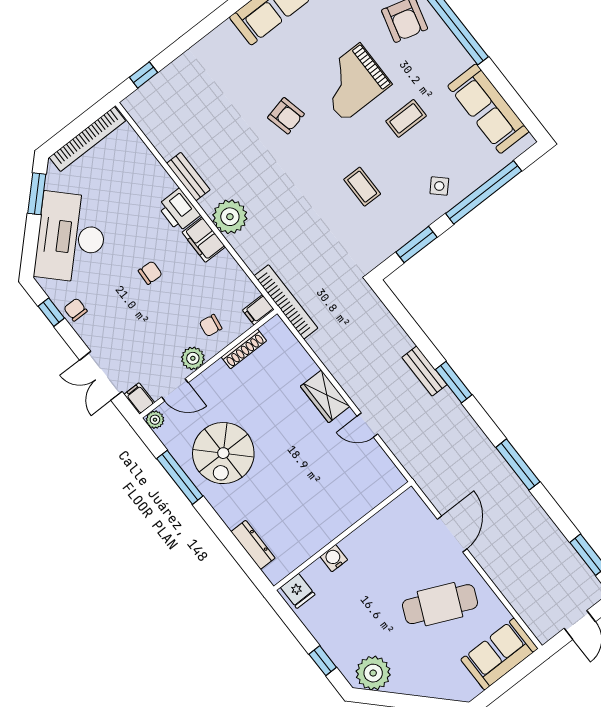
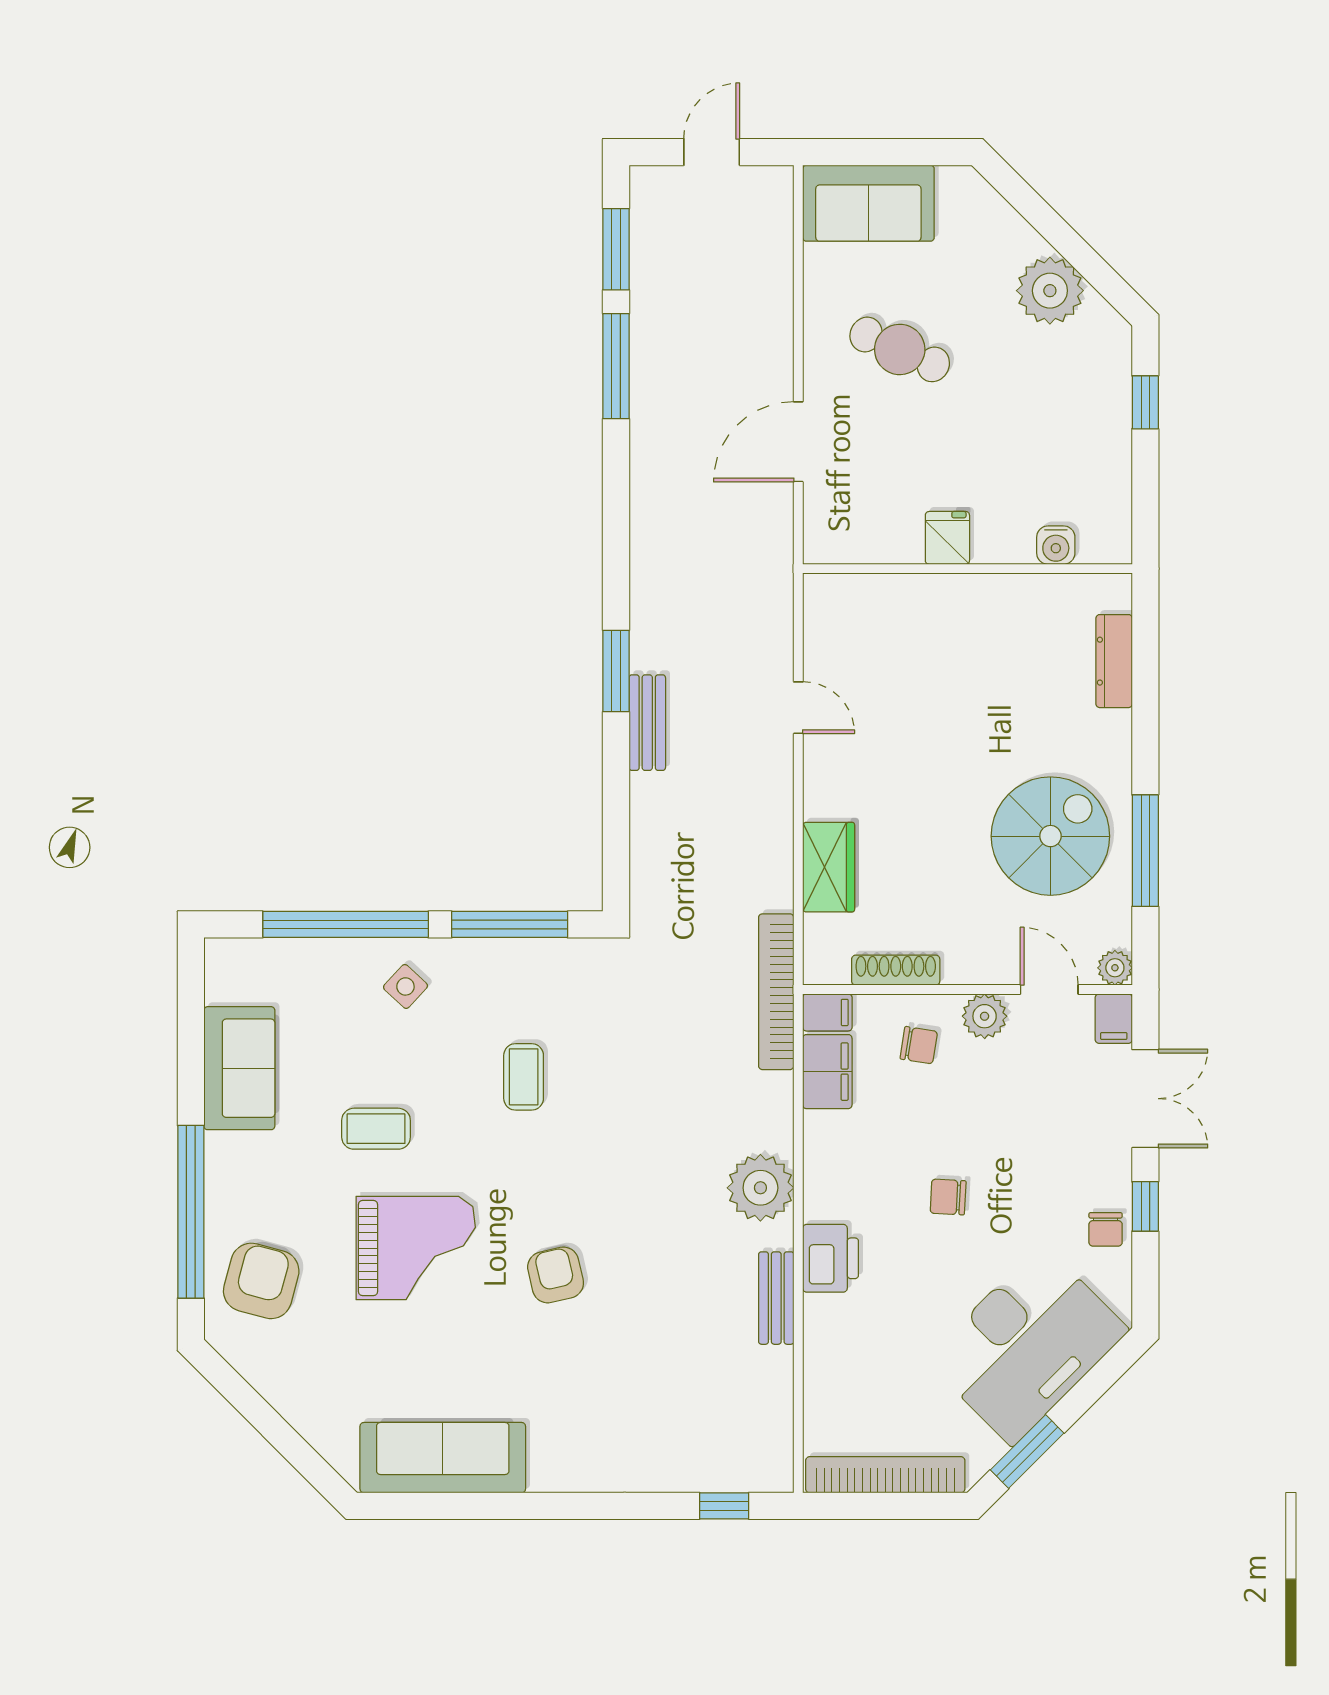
sofa: (488, 109) -> (239, 1068), width x0.73
filing cabinet: (204, 240) -> (827, 1072), moved
window: (416, 245) -> (510, 924), width x1.44
window: (51, 312) -> (1145, 1206), moved
wardrobe: (325, 396) -> (829, 867), moved
window: (518, 465) -> (616, 366), moved
water cooler: (334, 558) -> (1056, 545), moved
fridge: (298, 591) -> (947, 538), moved
cafe table: (440, 604) -> (900, 349), width x0.73, depth x0.74
plant: (373, 673) -> (1050, 291), moved

